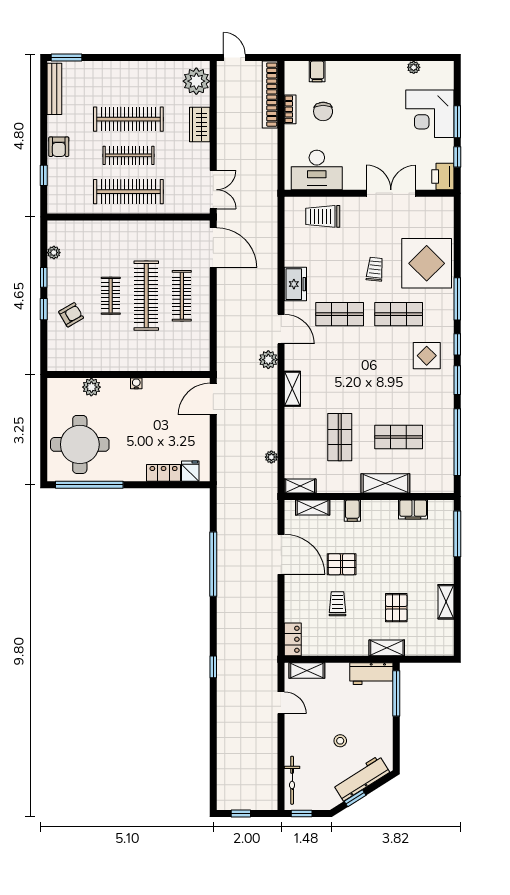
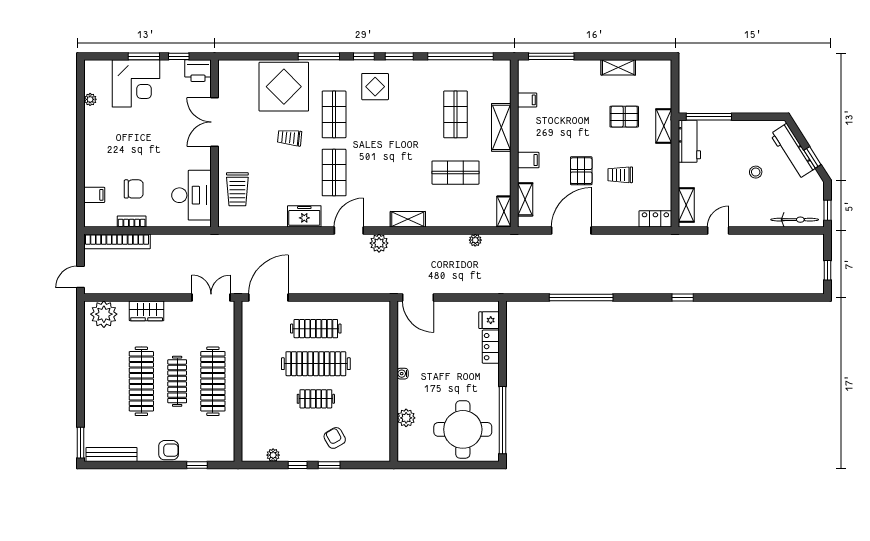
filing cabinet: (413, 509) -> (527, 100), width x0.50

